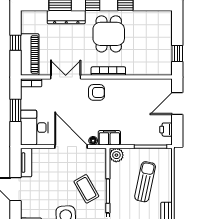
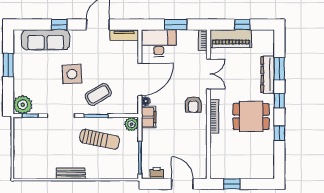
sun lounger: (145, 182) -> (100, 139), moved

